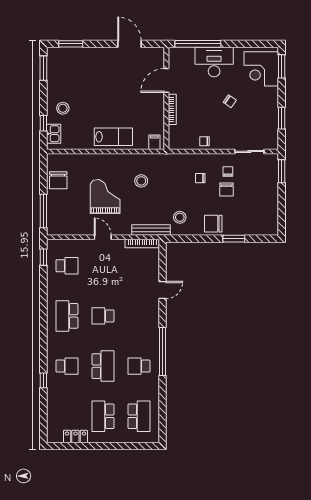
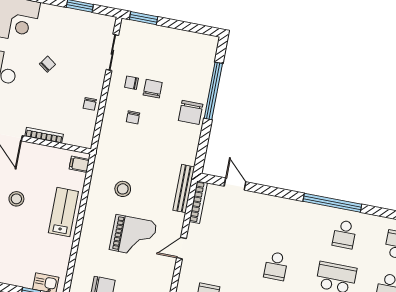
stool: (63, 108) -> (16, 199), moved
chair: (226, 190) -> (153, 89), turned -90
grand piano: (105, 197) -> (133, 236), turned 180
stool: (180, 217) -> (175, 151), removed
window: (234, 239) -> (213, 91), width x2.11
door: (163, 290) -> (235, 184), moved

